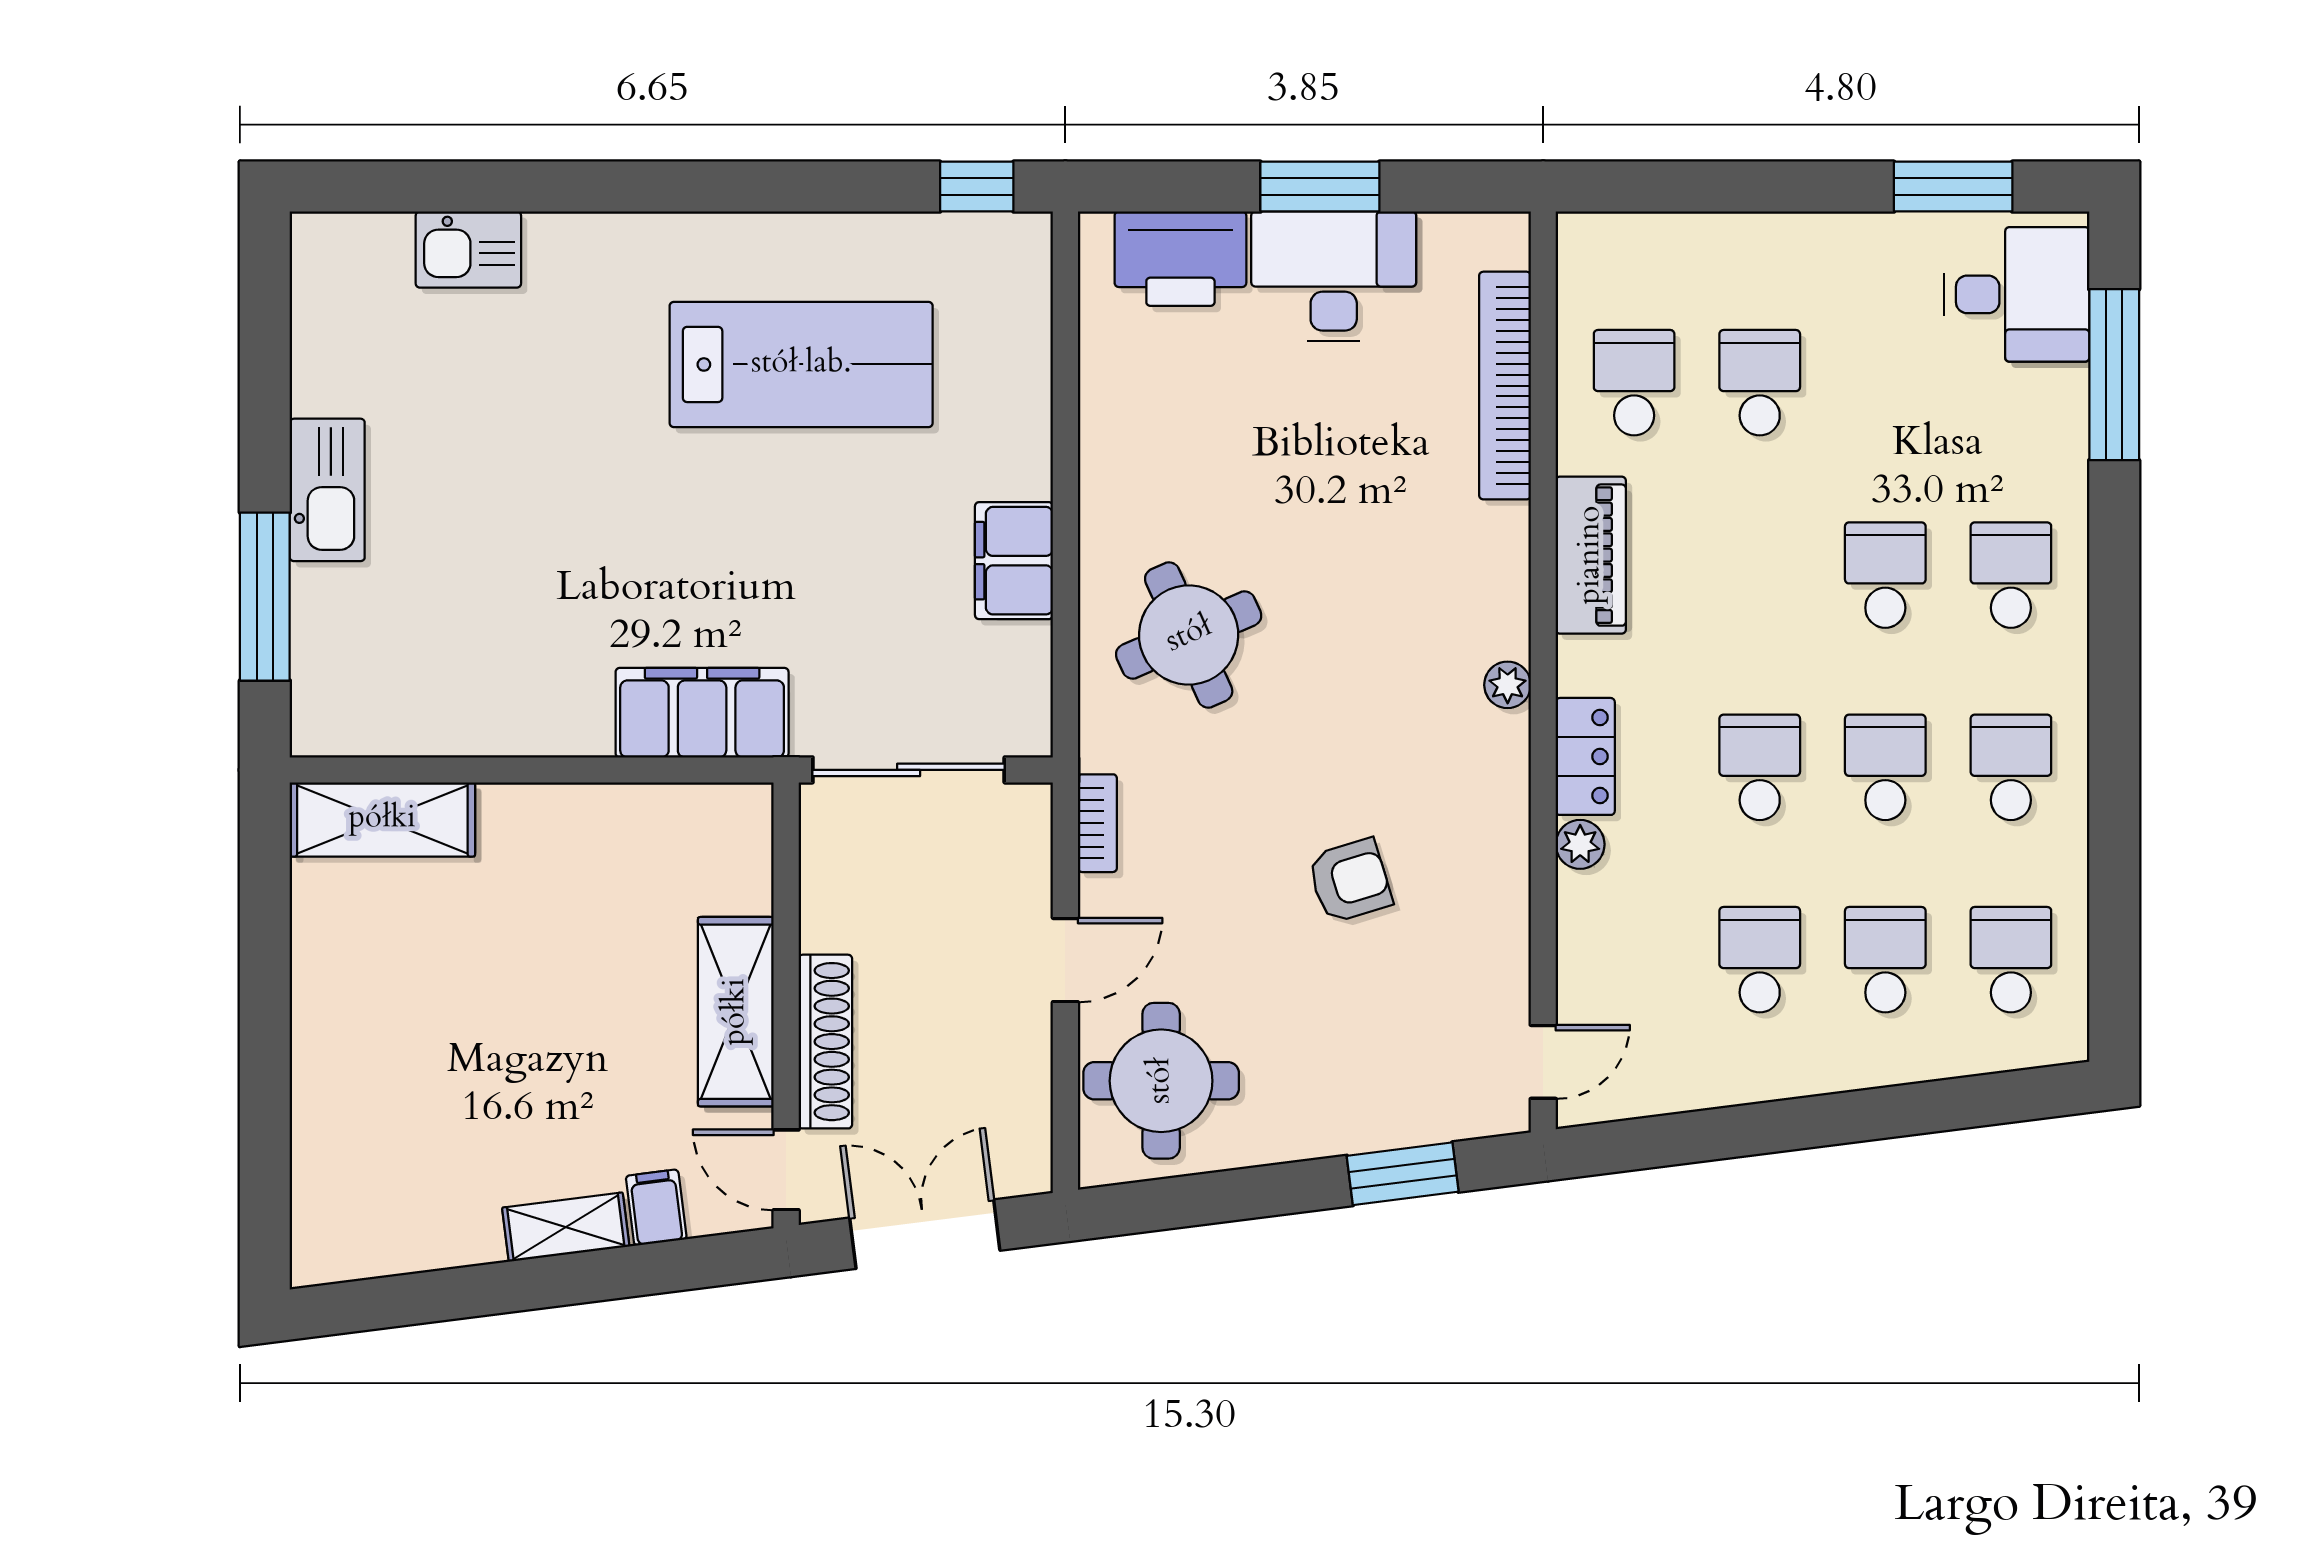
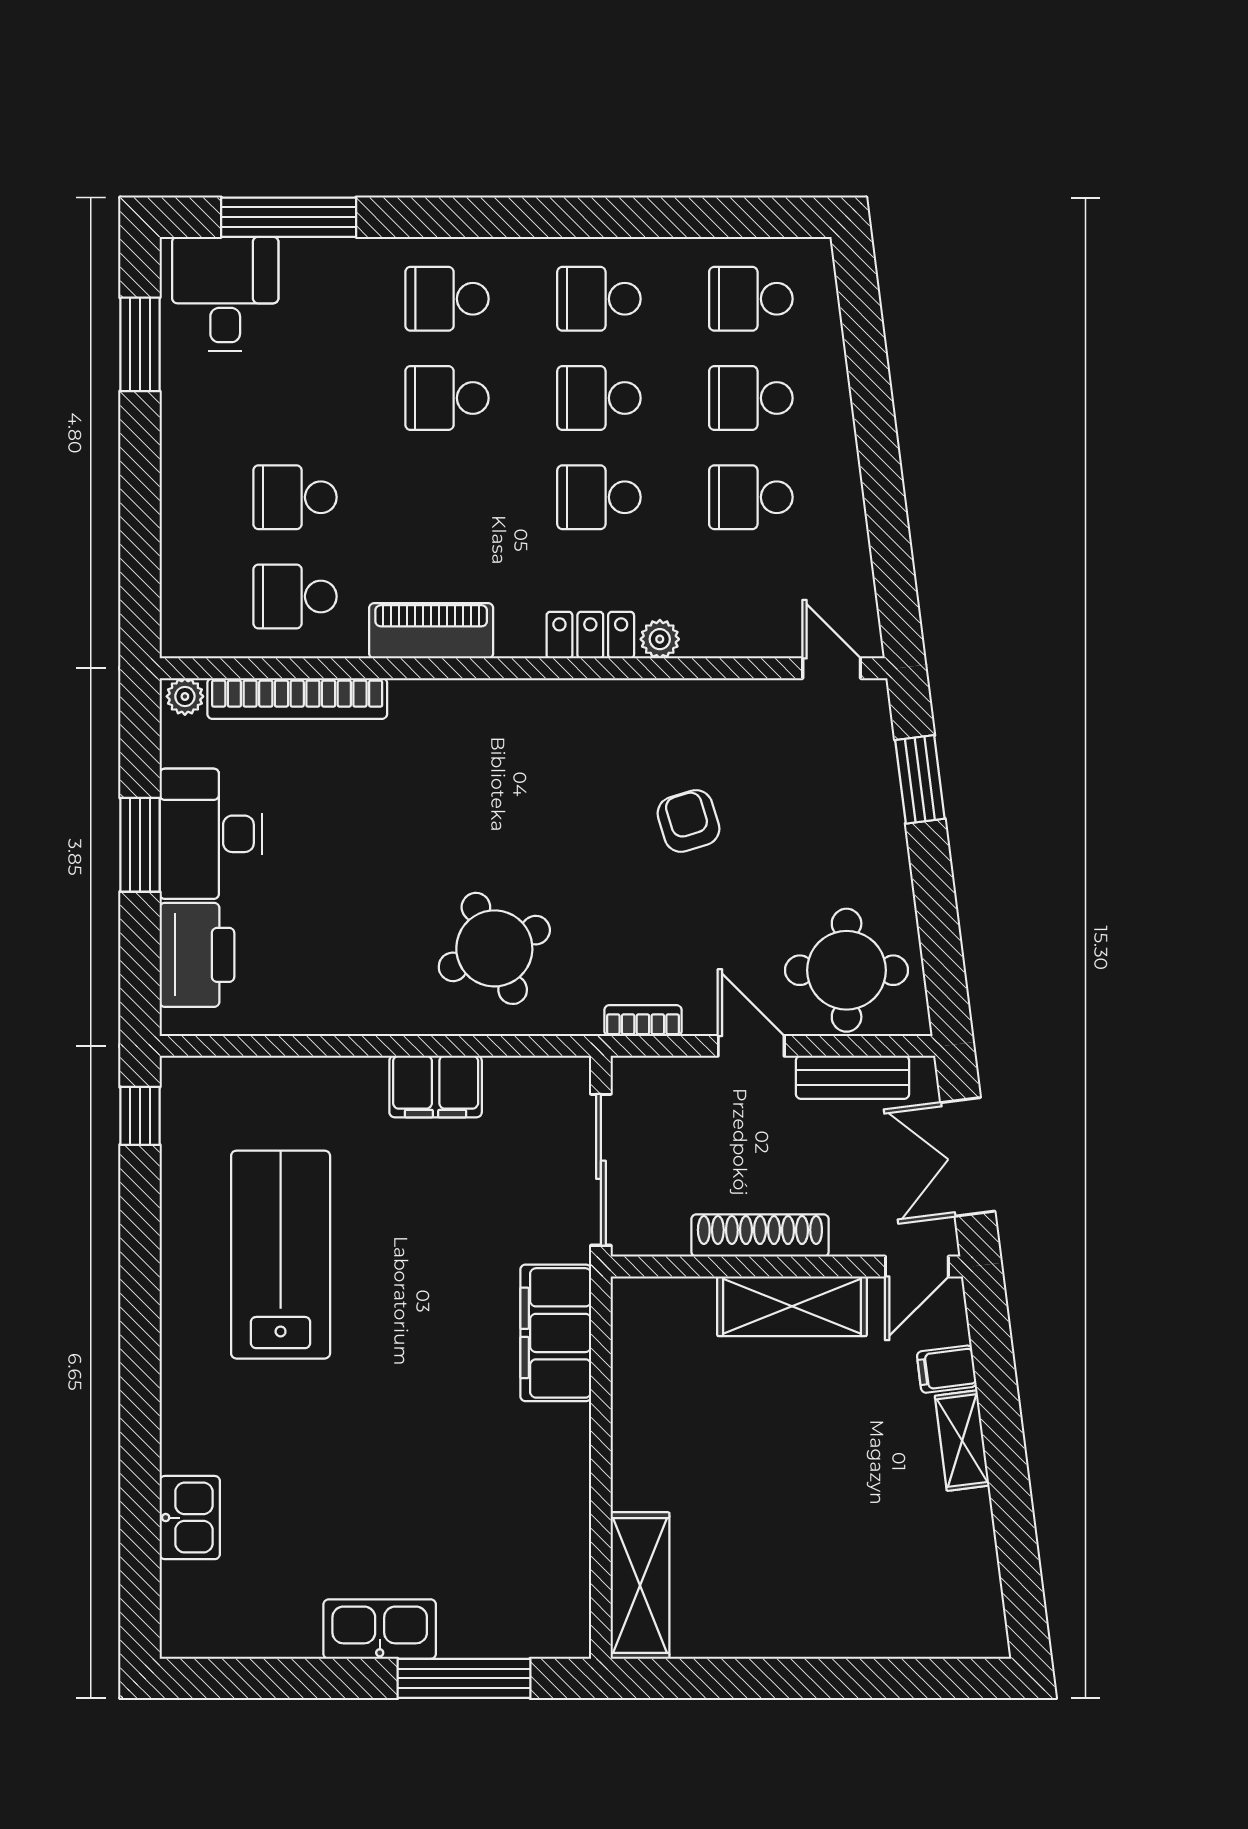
plant: (1508, 685) -> (185, 696), moved
shoe rack: (825, 1042) -> (760, 1235), moved
bench: (1026, 1088) -> (853, 1077), added

